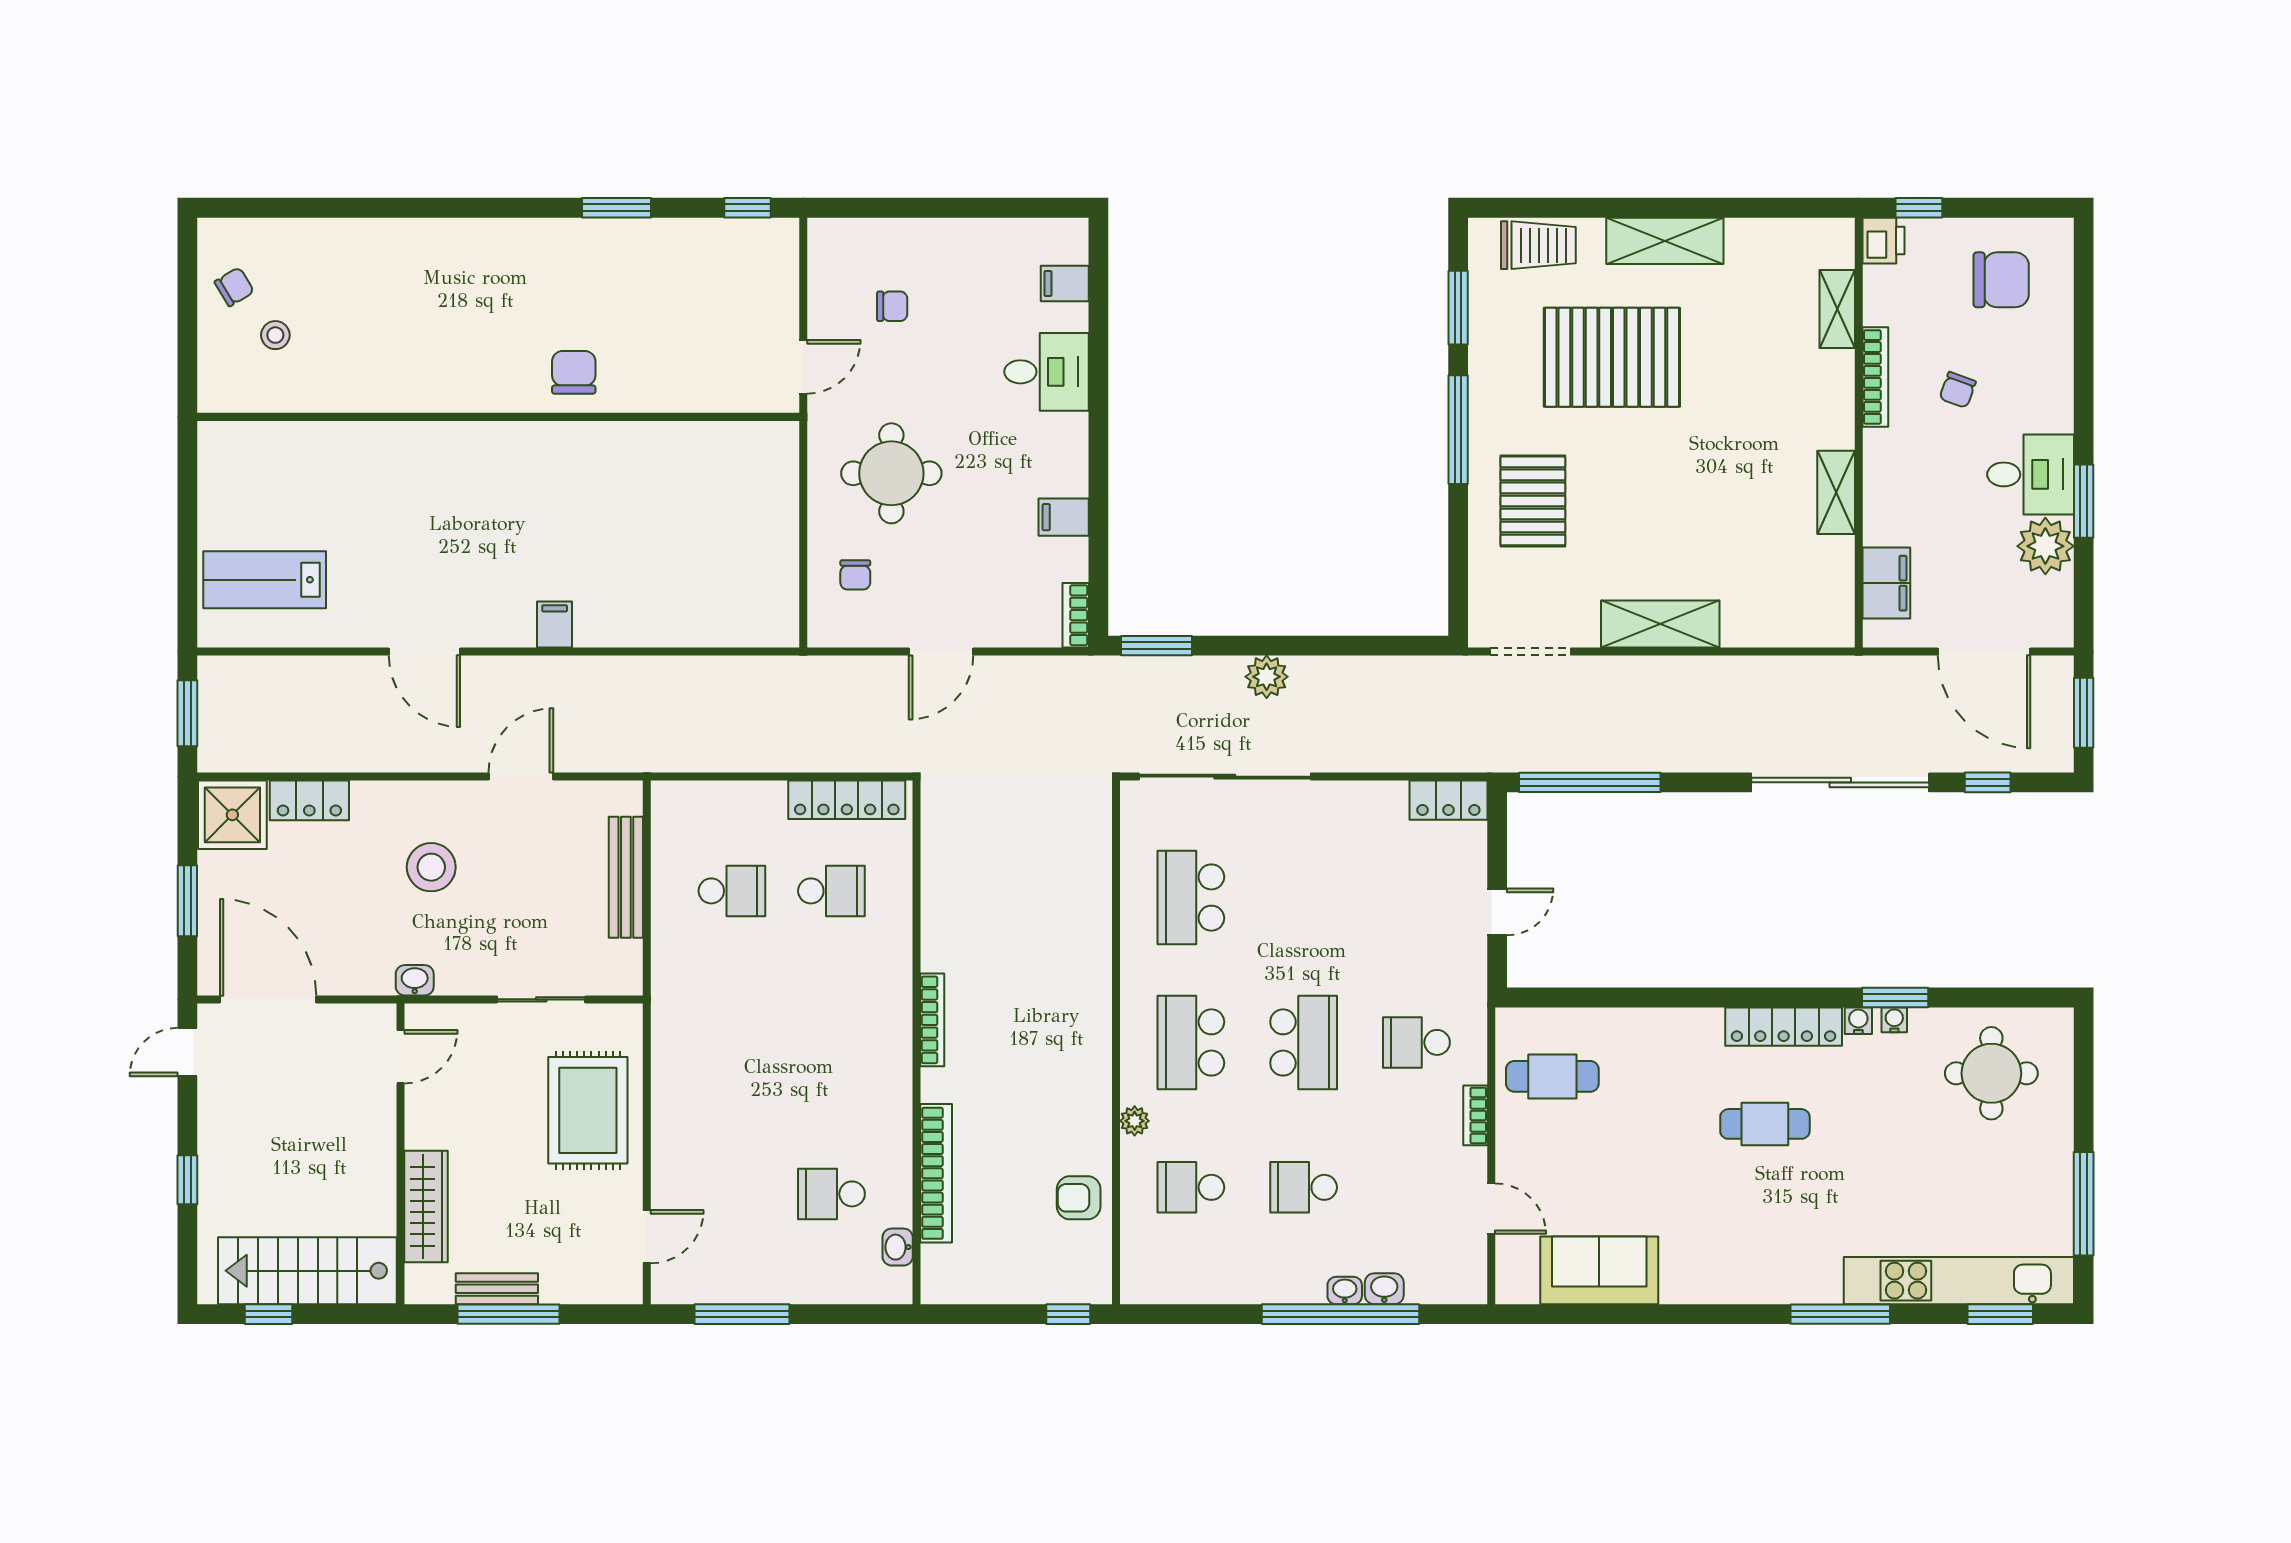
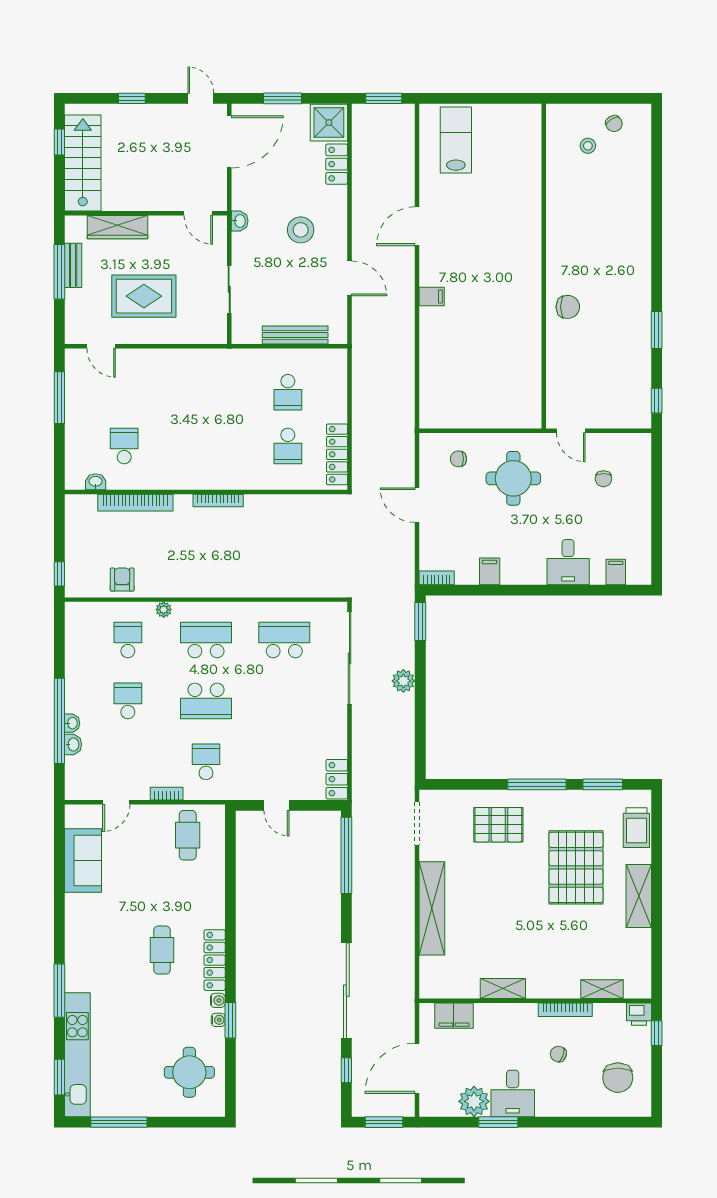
shelving: (1660, 624) -> (432, 908), width x1.47
rug: (588, 1110) -> (144, 296), moved

